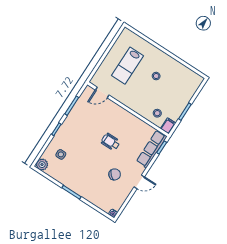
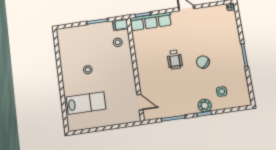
lab bench: (127, 66) -> (86, 103), moved
plant: (42, 165) -> (205, 106), moved
chair: (115, 174) -> (203, 62), moved

